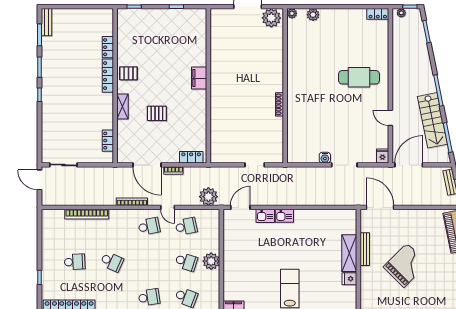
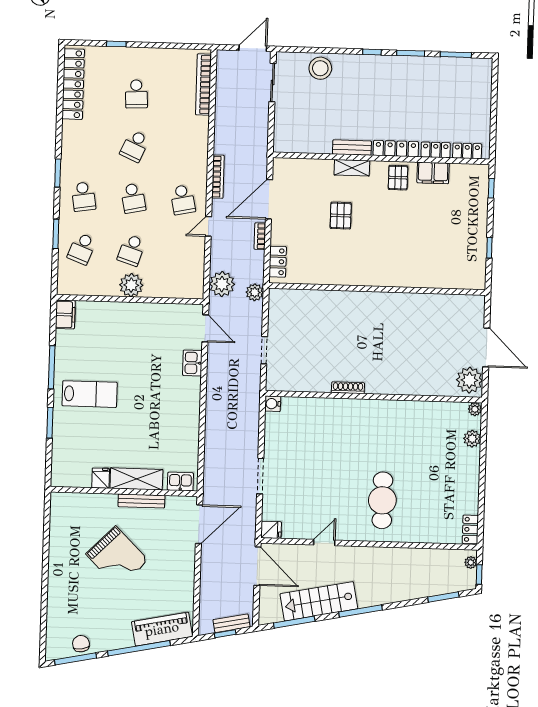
bench: (47, 22) -> (352, 148), moved
filing cabinet: (199, 78) -> (433, 173), moved, turned 180
stool: (52, 131) -> (320, 68), added
locker: (108, 141) -> (467, 151), moved
water cooler: (325, 158) -> (273, 404), moved
plant: (214, 173) -> (255, 292), added
bookcase: (87, 214) -> (203, 84), moved
kitchen sink: (284, 216) -> (180, 482), moved, turned 90
school desk: (186, 226) -> (133, 198), moved

